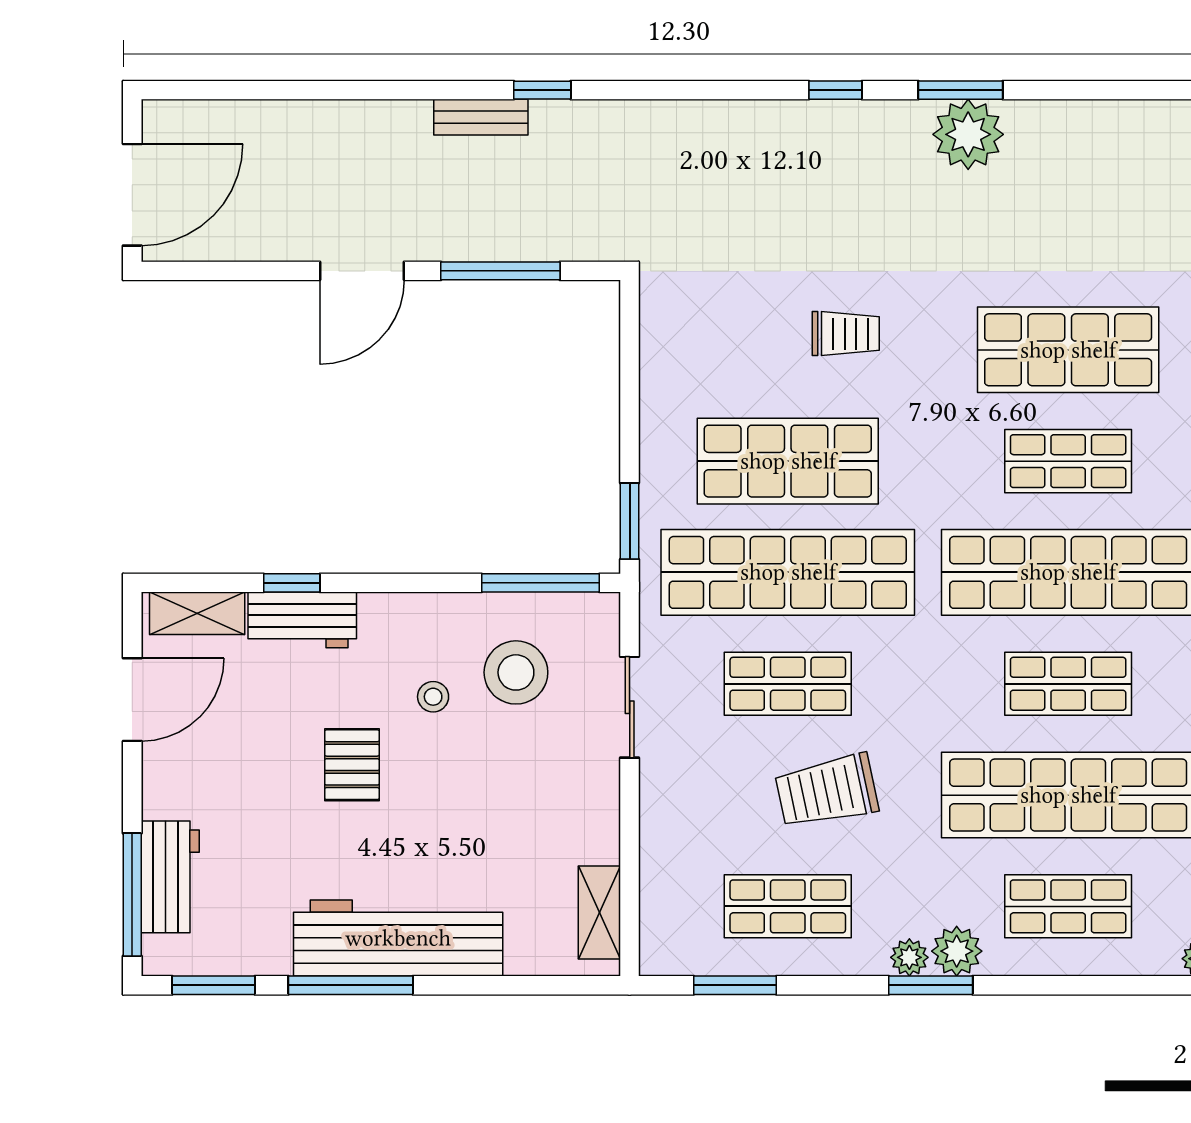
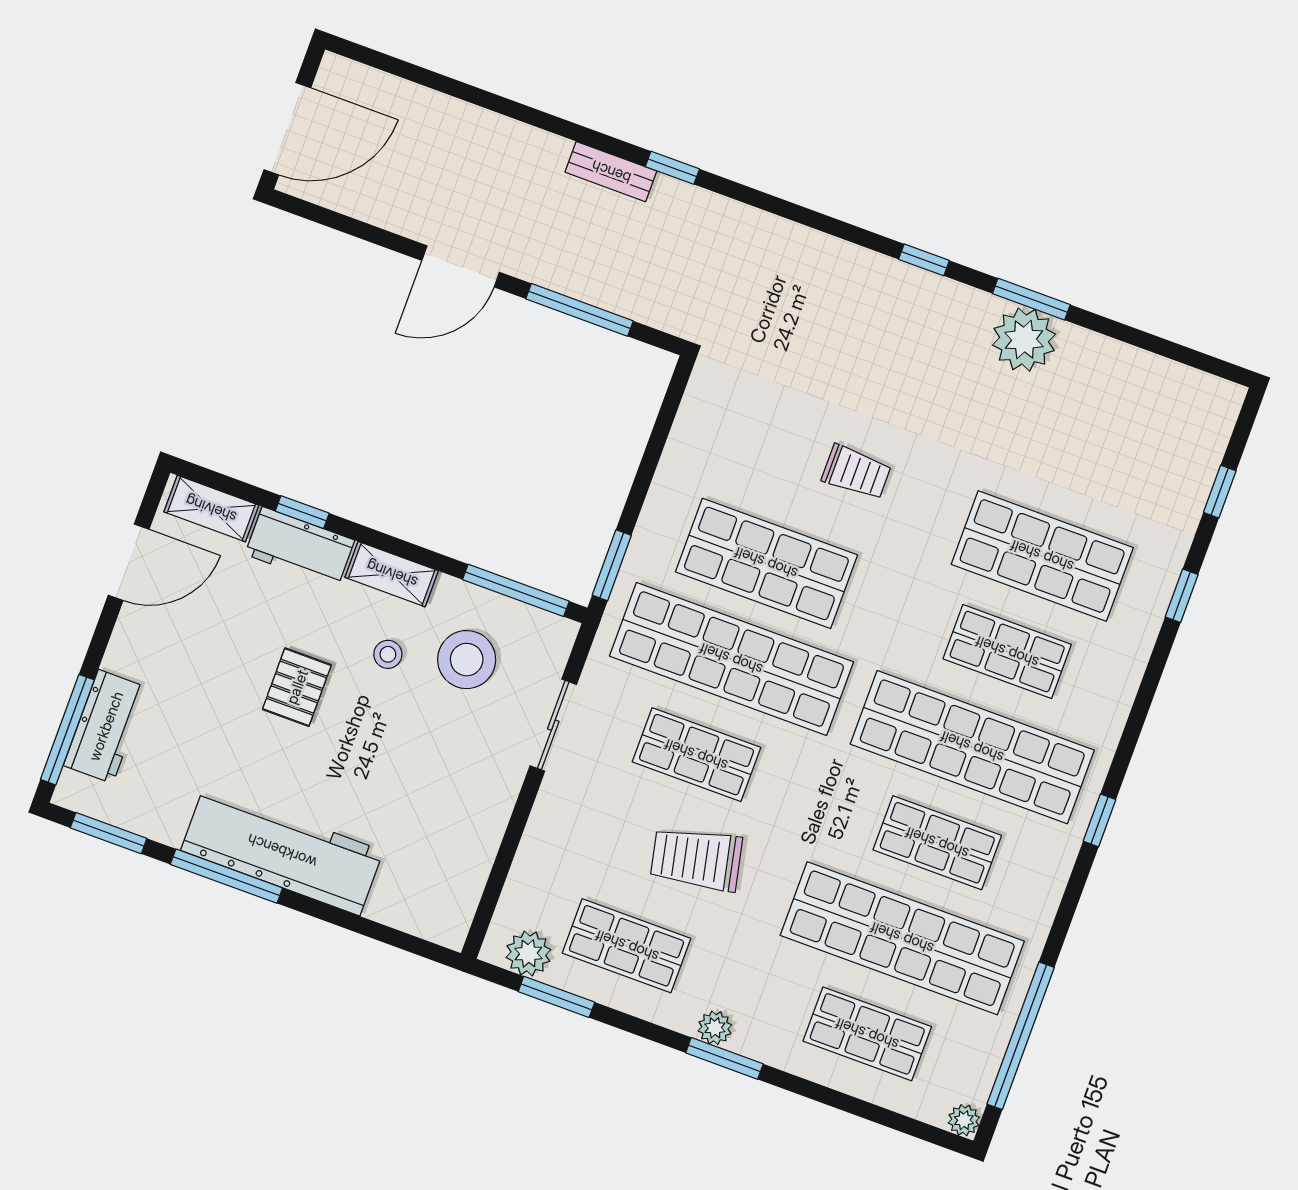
shelving: (599, 913) -> (392, 574), moved, turned 90
plant: (957, 951) -> (528, 953), moved

